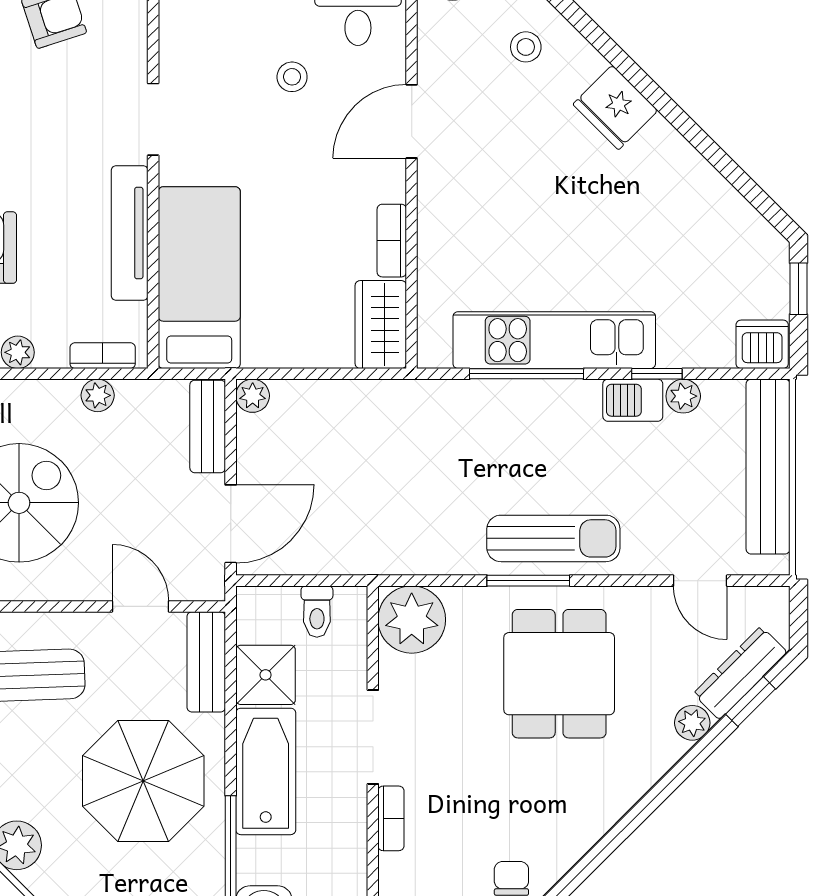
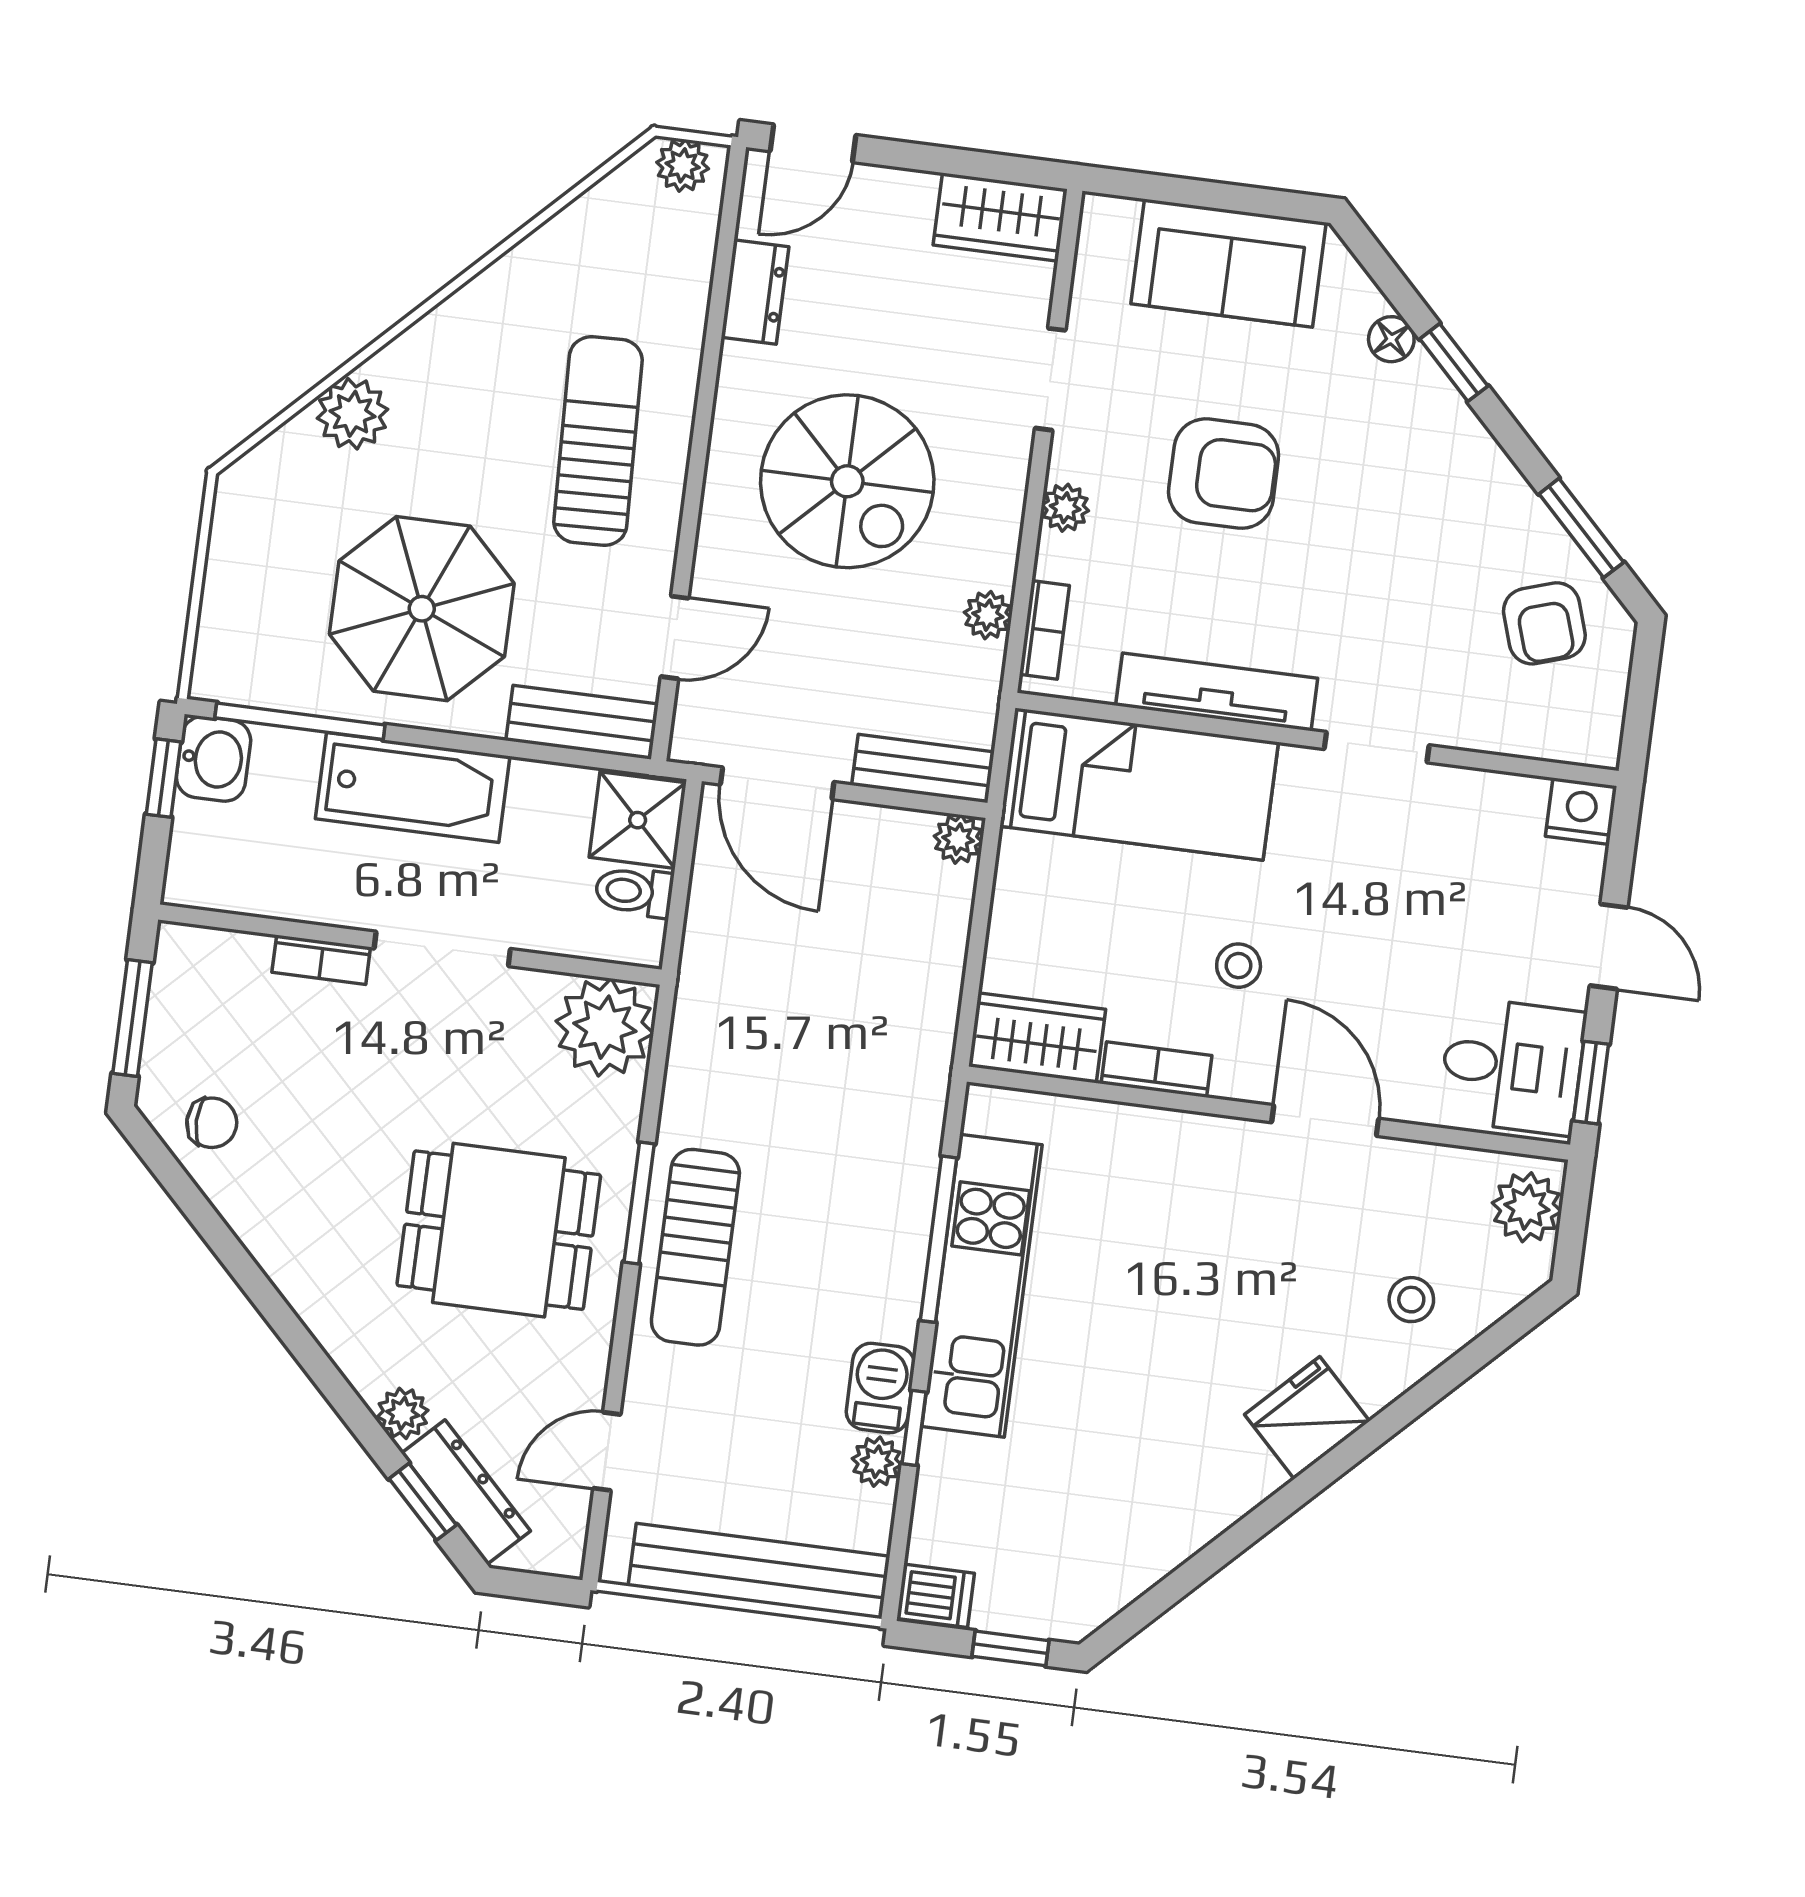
stool: (292, 77) -> (1239, 966), moved
dishwasher: (762, 344) -> (936, 1596), width x0.73
shower: (266, 675) -> (638, 820), moved

